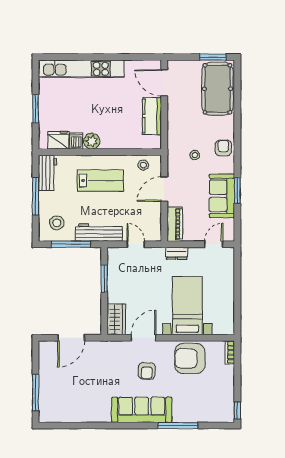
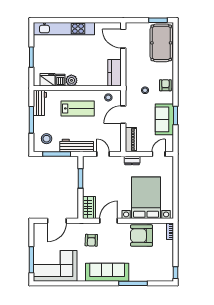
kitchen counter: (152, 116) -> (114, 73), moved
bed with nightstands: (187, 306) -> (146, 198), width x1.36
armchair: (147, 371) -> (91, 240), moved
corner sofa: (69, 401) -> (55, 266), added

